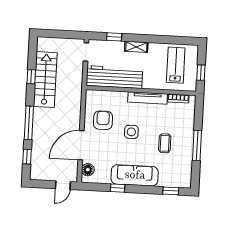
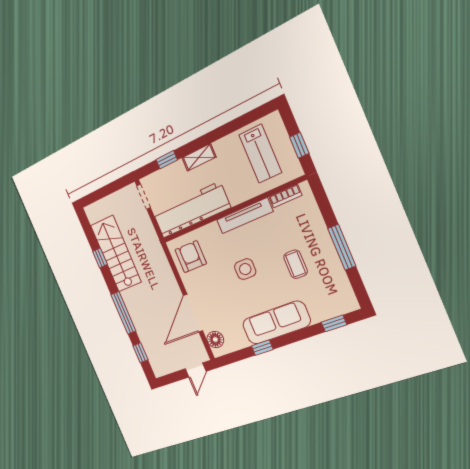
lab bench: (176, 65) -> (260, 154), turned 180
armchair: (103, 120) -> (191, 257), moved

